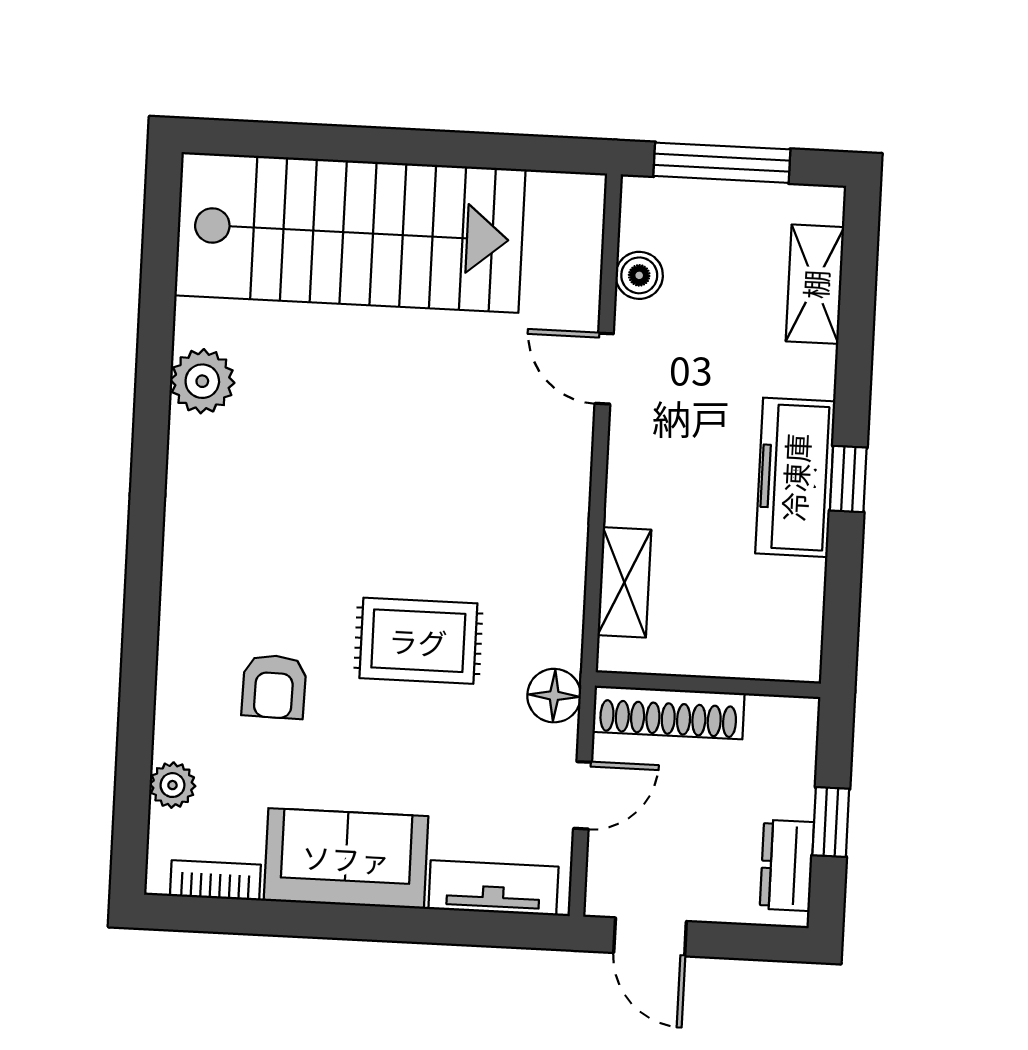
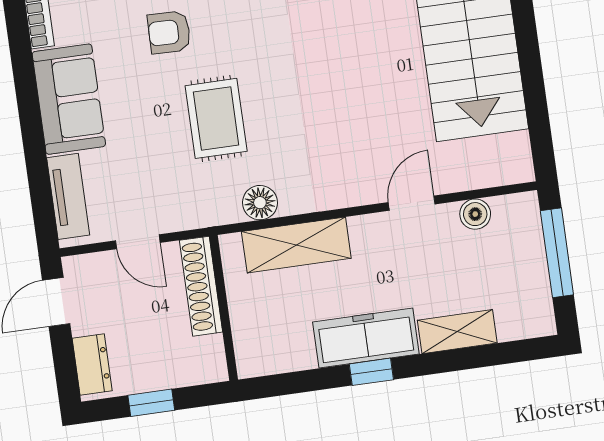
shelving: (815, 284) -> (457, 332), moved
shelving: (624, 582) -> (296, 245), width x1.50, depth x1.33
floor lamp: (554, 696) -> (260, 203), moved
dresser: (787, 865) -> (92, 365), moved, turned 90

